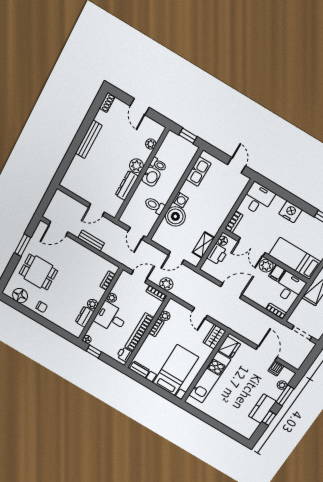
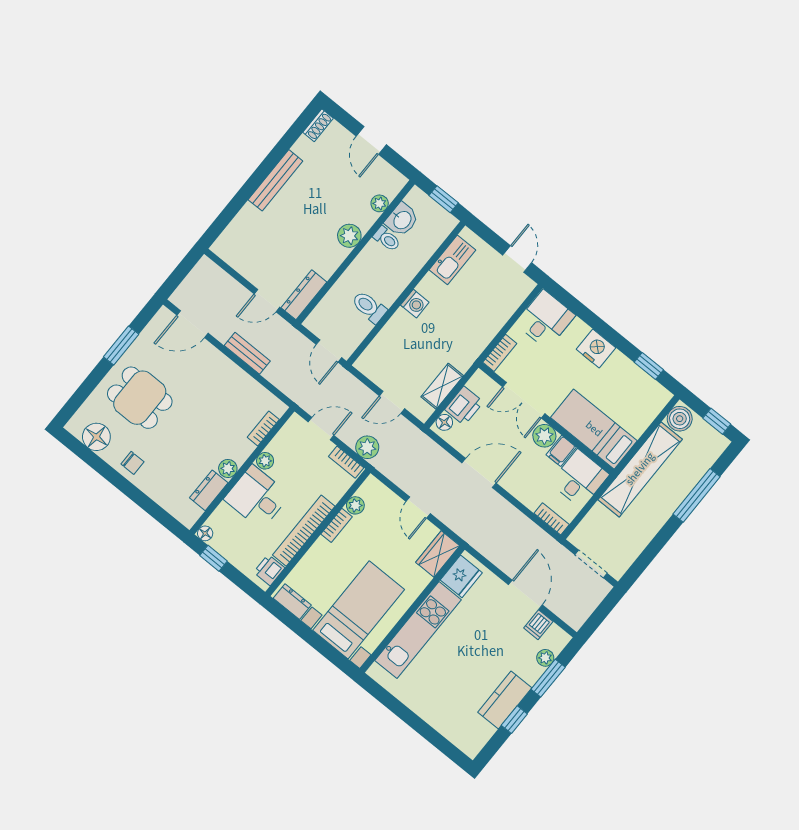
washbasin: (151, 177) -> (402, 220), moved
dresser: (127, 185) -> (304, 295), moved
boiler: (175, 216) -> (402, 330), removed
floor lamp: (223, 241) -> (444, 422), moved

